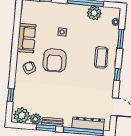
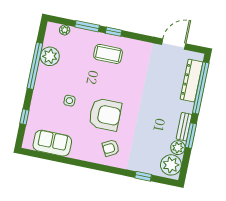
sofa: (27, 38) -> (52, 143), moved
window: (117, 74) -> (114, 32), moved

